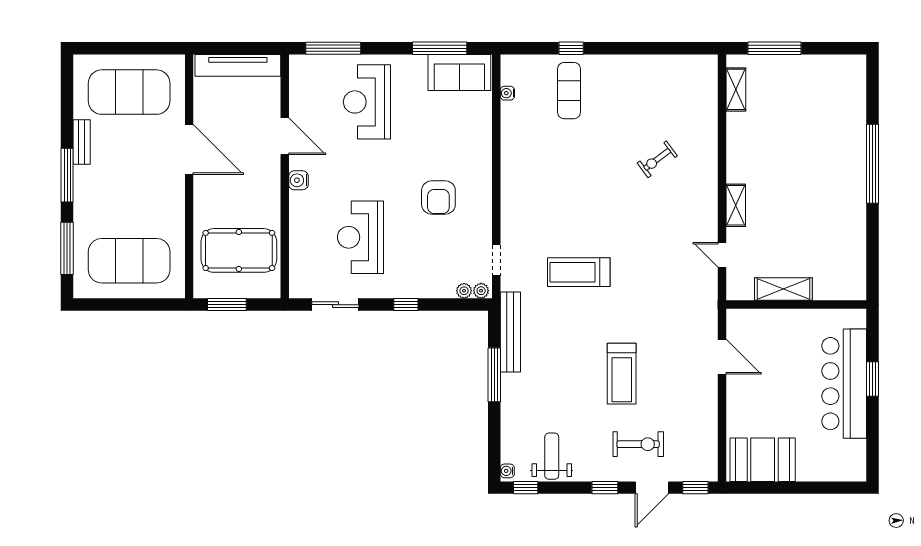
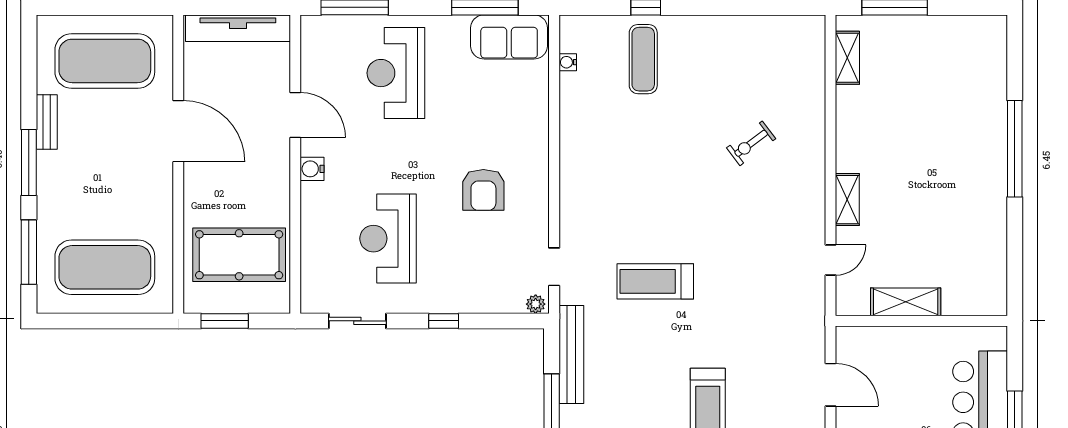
door: (722, 255) -> (831, 260), swing flipped
plant: (464, 291) -> (515, 304), removed

